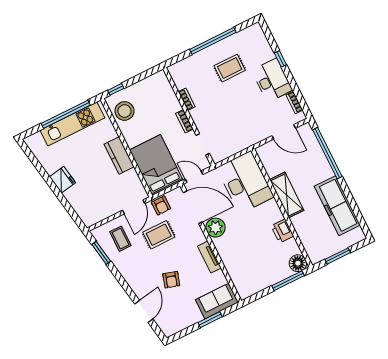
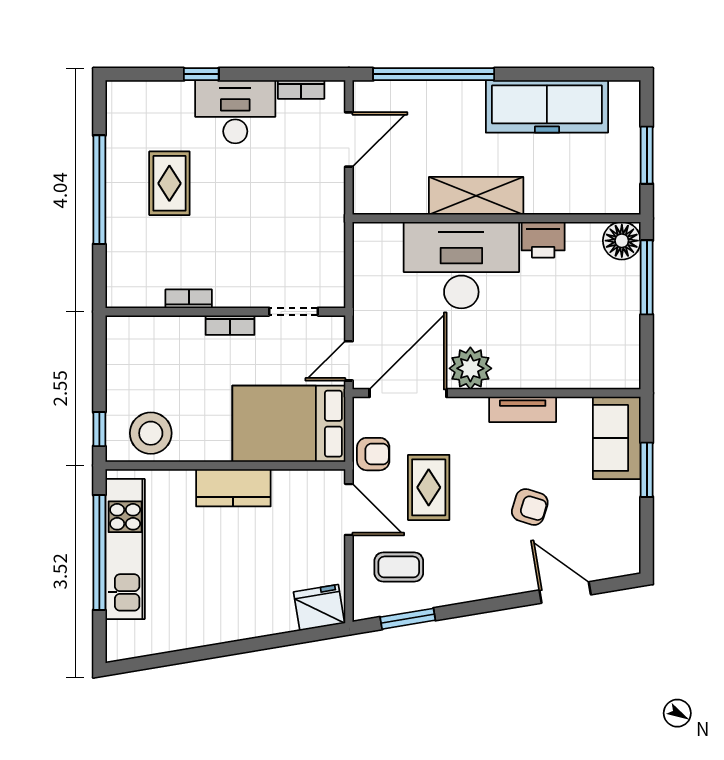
fridge: (62, 180) -> (319, 608), moved
desk: (245, 182) -> (461, 265), moved

